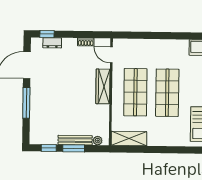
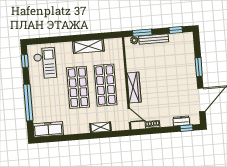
shelving: (146, 44) -> (100, 127), added
window: (26, 103) -> (199, 67), width x0.69
shelving: (129, 139) -> (88, 46), moved
window: (74, 148) -> (142, 33), moved

